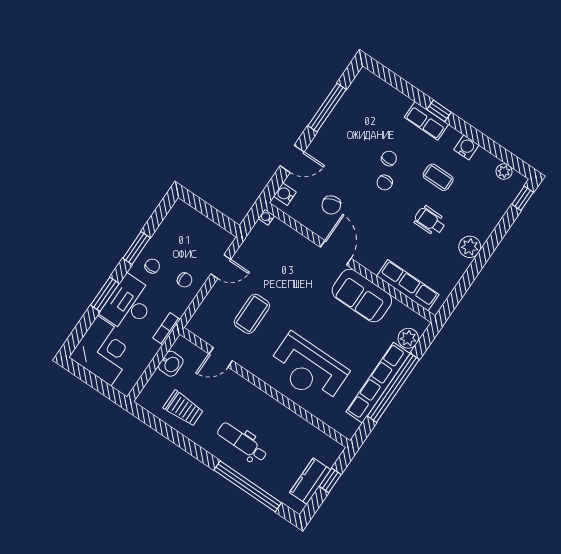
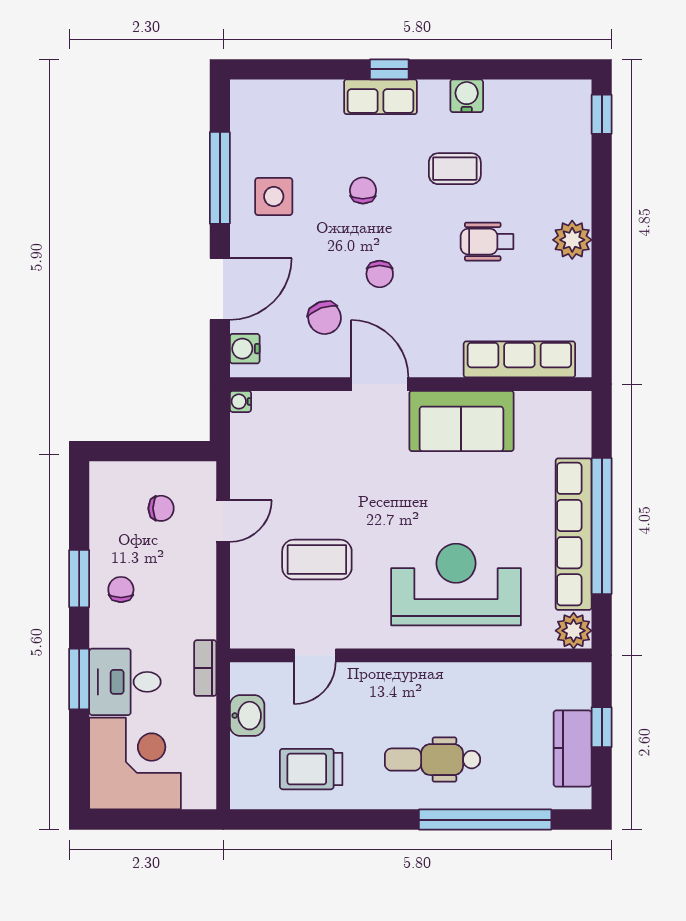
side table: (346, 133) -> (274, 197), added
door: (292, 159) -> (220, 289), width x1.38
plant: (504, 172) -> (547, 93), removed
chair: (385, 183) -> (380, 274), moved
chair: (185, 280) -> (161, 508), moved
desk: (129, 304) -> (125, 682), width x0.73
coffee table: (252, 314) -> (317, 560), turned 90
plant: (408, 338) -> (574, 631), moved
reception desk: (308, 369) -> (456, 584), turned 180
trolley: (183, 408) -> (311, 769), turned 180

